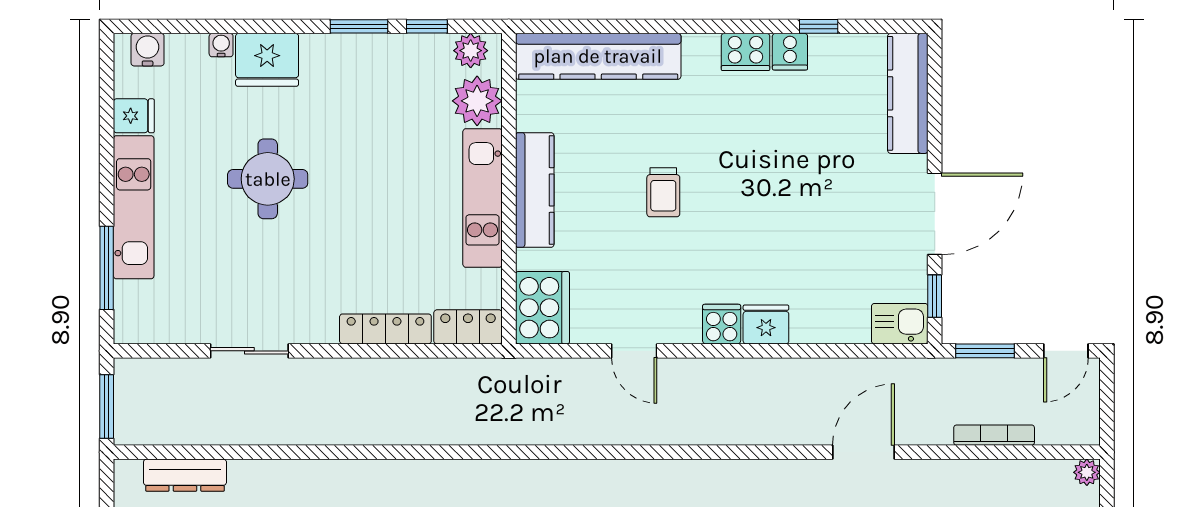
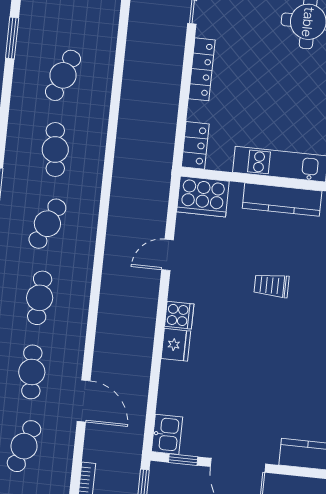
locker: (385, 329) -> (202, 69), moved

